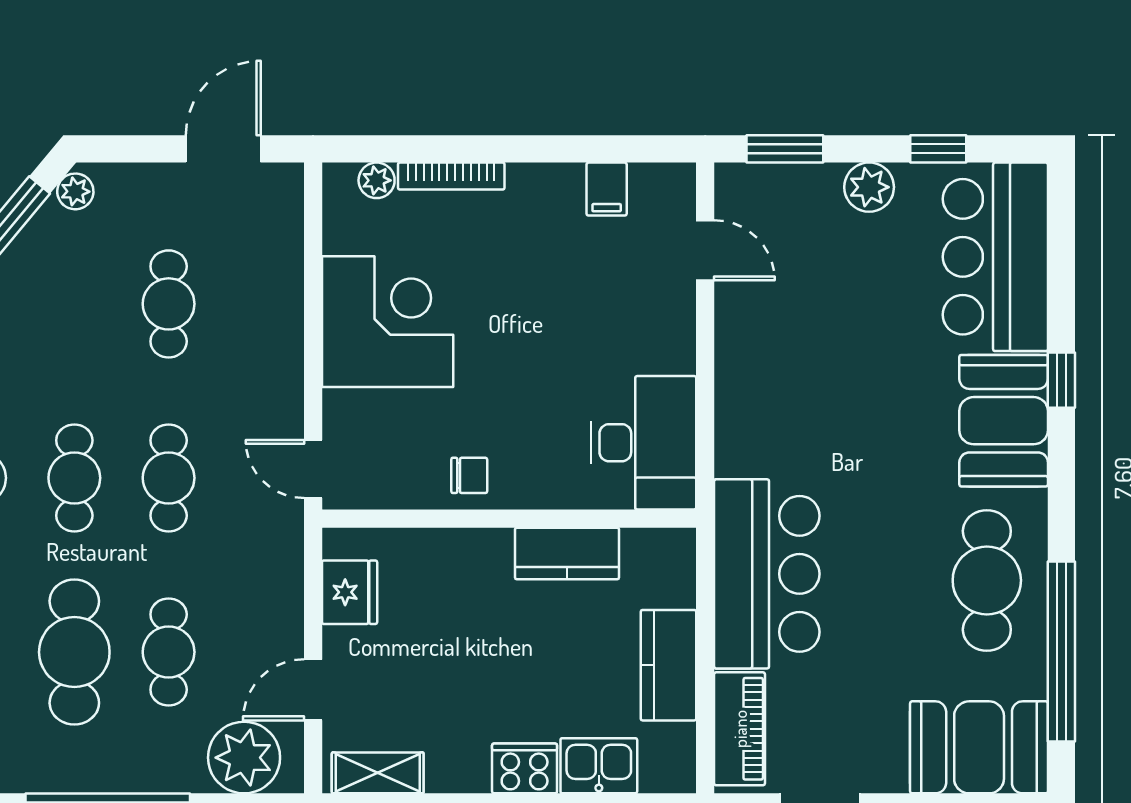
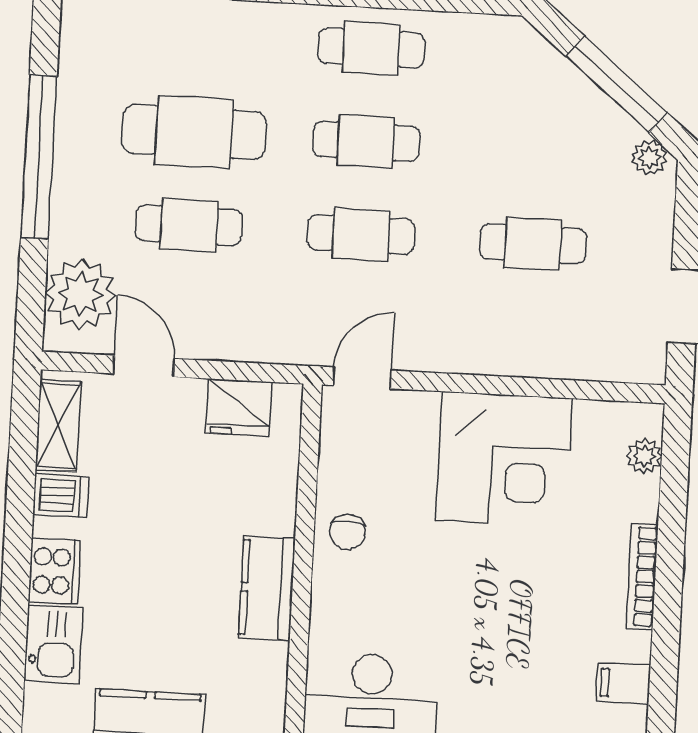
bookcase: (451, 176) -> (642, 577), moved
kitchen counter: (567, 553) -> (267, 588), moved
dishwasher: (448, 766) -> (61, 496), added

